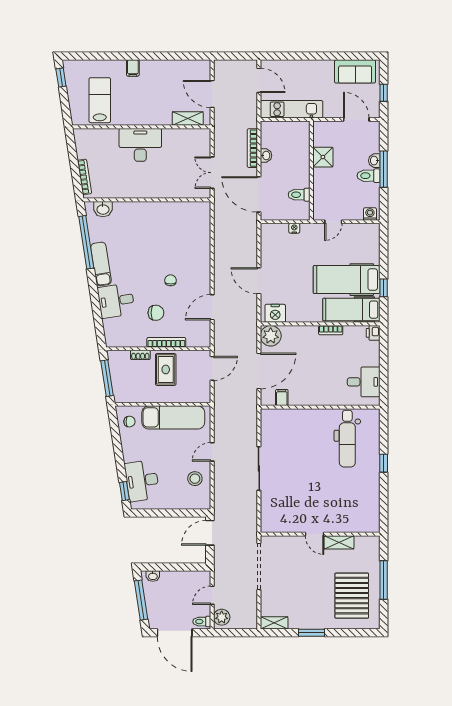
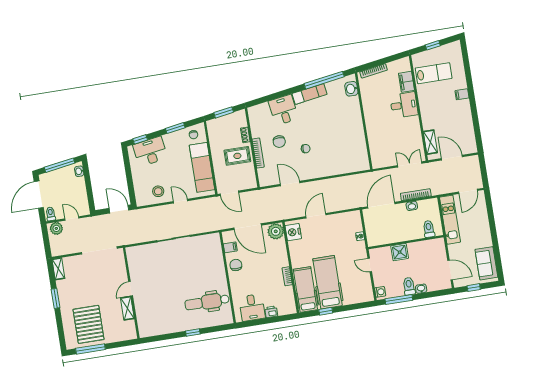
window: (61, 77) -> (433, 45), moved
door: (212, 94) -> (452, 158), hinge flipped
door: (356, 120) -> (450, 270), hinge flipped
filing cabinet: (105, 137) -> (406, 82), added
desk: (140, 145) -> (404, 105), width x0.73
shower: (323, 157) -> (400, 252), moved
window: (384, 169) -> (399, 300), moved
double door: (212, 173) -> (410, 164), moved
toilet: (299, 195) -> (429, 229), moved
printer: (373, 333) -> (271, 312), moved
door: (212, 368) -> (229, 193), moved
window: (107, 378) -> (224, 112), width x0.69
chair: (306, 394) -> (236, 265), added
window: (117, 444) -> (175, 128), added
window: (384, 580) -> (90, 349), moved
pallet: (352, 596) -> (89, 324), turned 90

